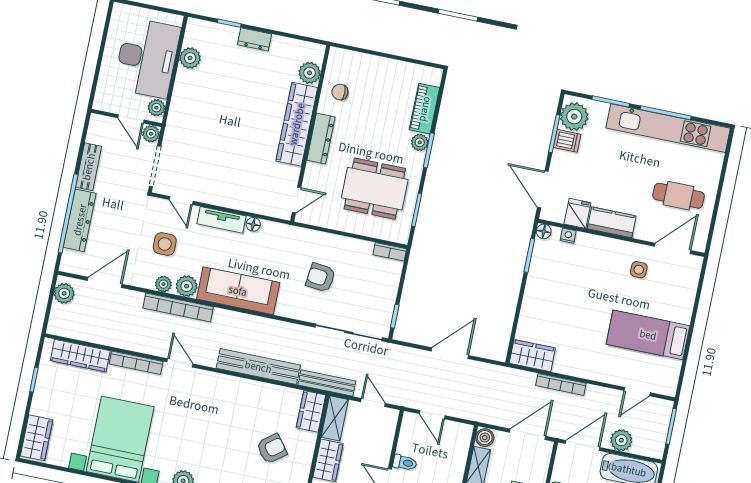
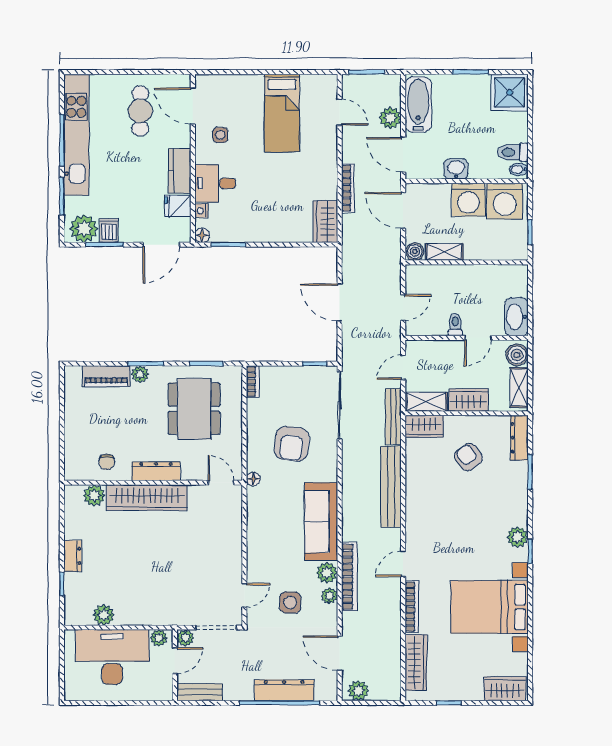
bench: (89, 167) -> (200, 692), moved
tv unit: (221, 220) -> (255, 552), removed
floor lamp: (253, 224) -> (253, 479), moved
desk: (592, 255) -> (215, 183), added
armchair: (321, 278) -> (292, 444), width x1.38, depth x1.38

